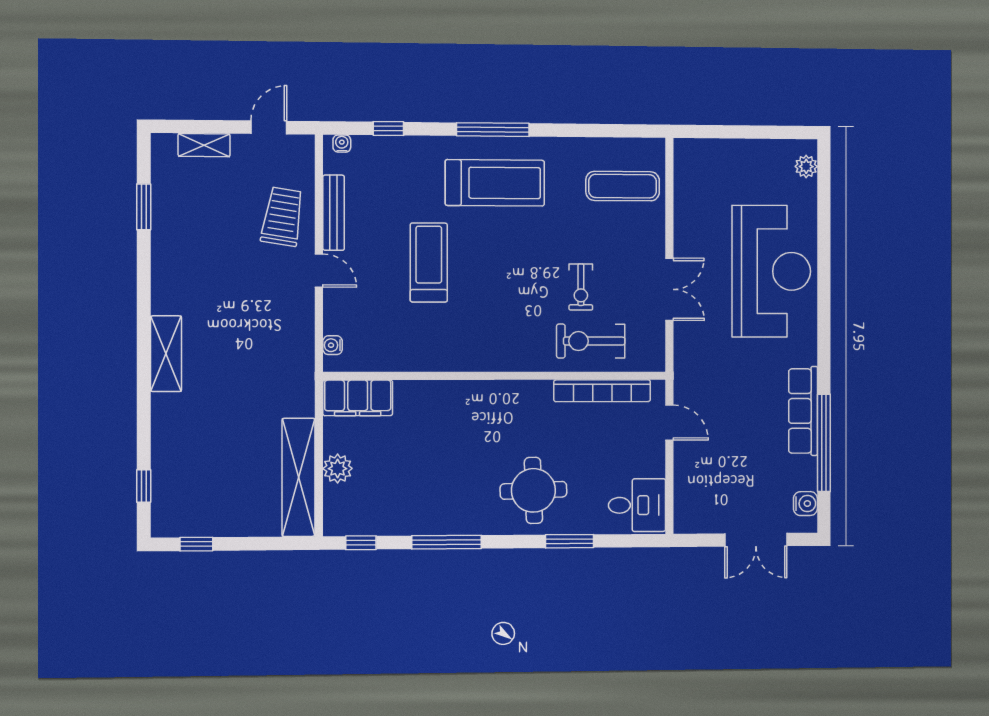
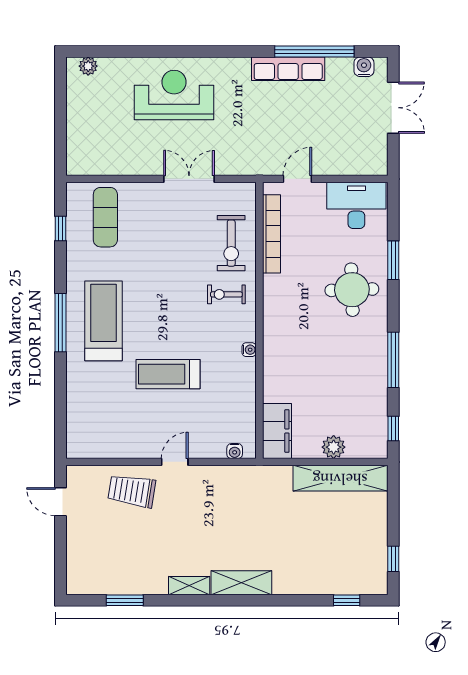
window: (388, 129) -> (61, 229), moved
water cooler: (342, 144) -> (249, 350), moved, turned 180
shelving: (204, 145) -> (189, 586), moved, turned 90
bench: (334, 213) -> (128, 450), removed
reception desk: (771, 271) -> (174, 95), width x0.74, depth x0.77
exercise bike: (581, 287) -> (226, 294), moved, turned 180
desk: (637, 505) -> (356, 205), width x1.37

